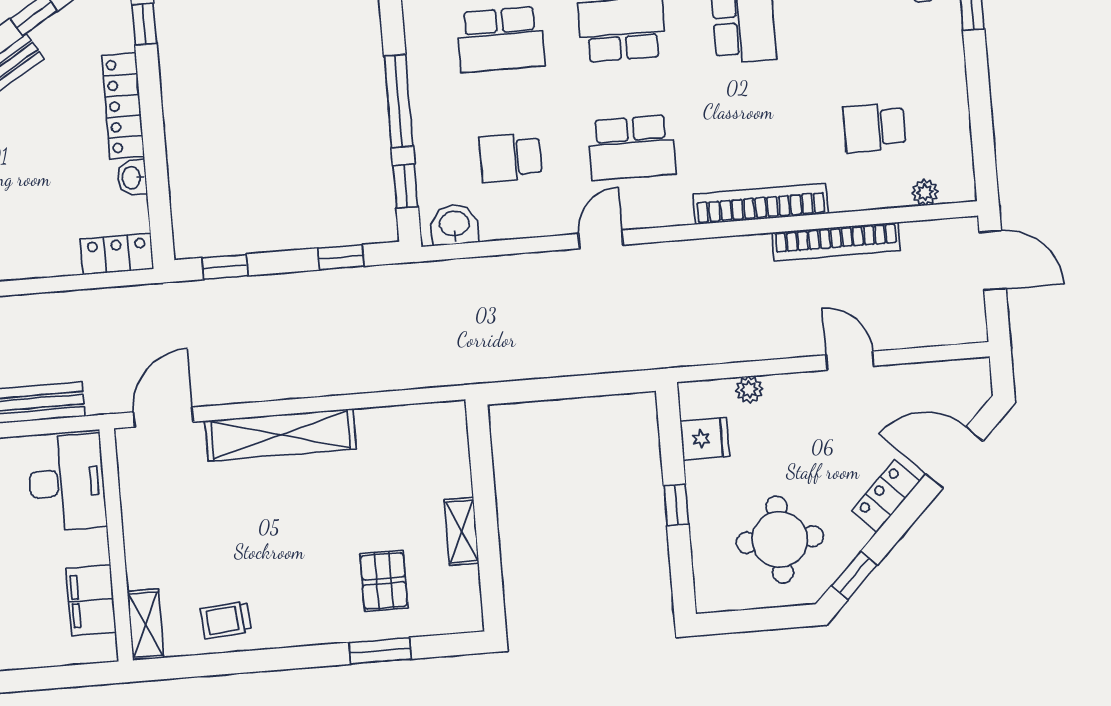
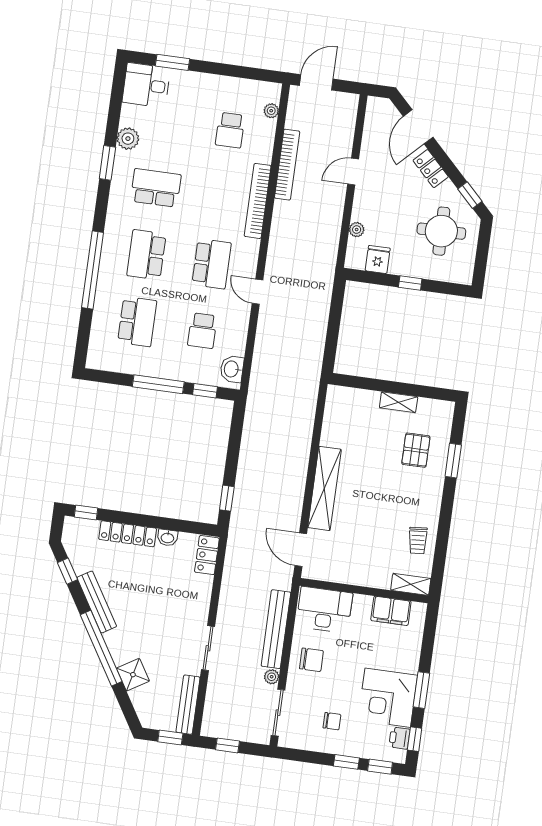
window: (341, 257) -> (236, 434), removed
pallet: (384, 581) -> (416, 450), turned 90

